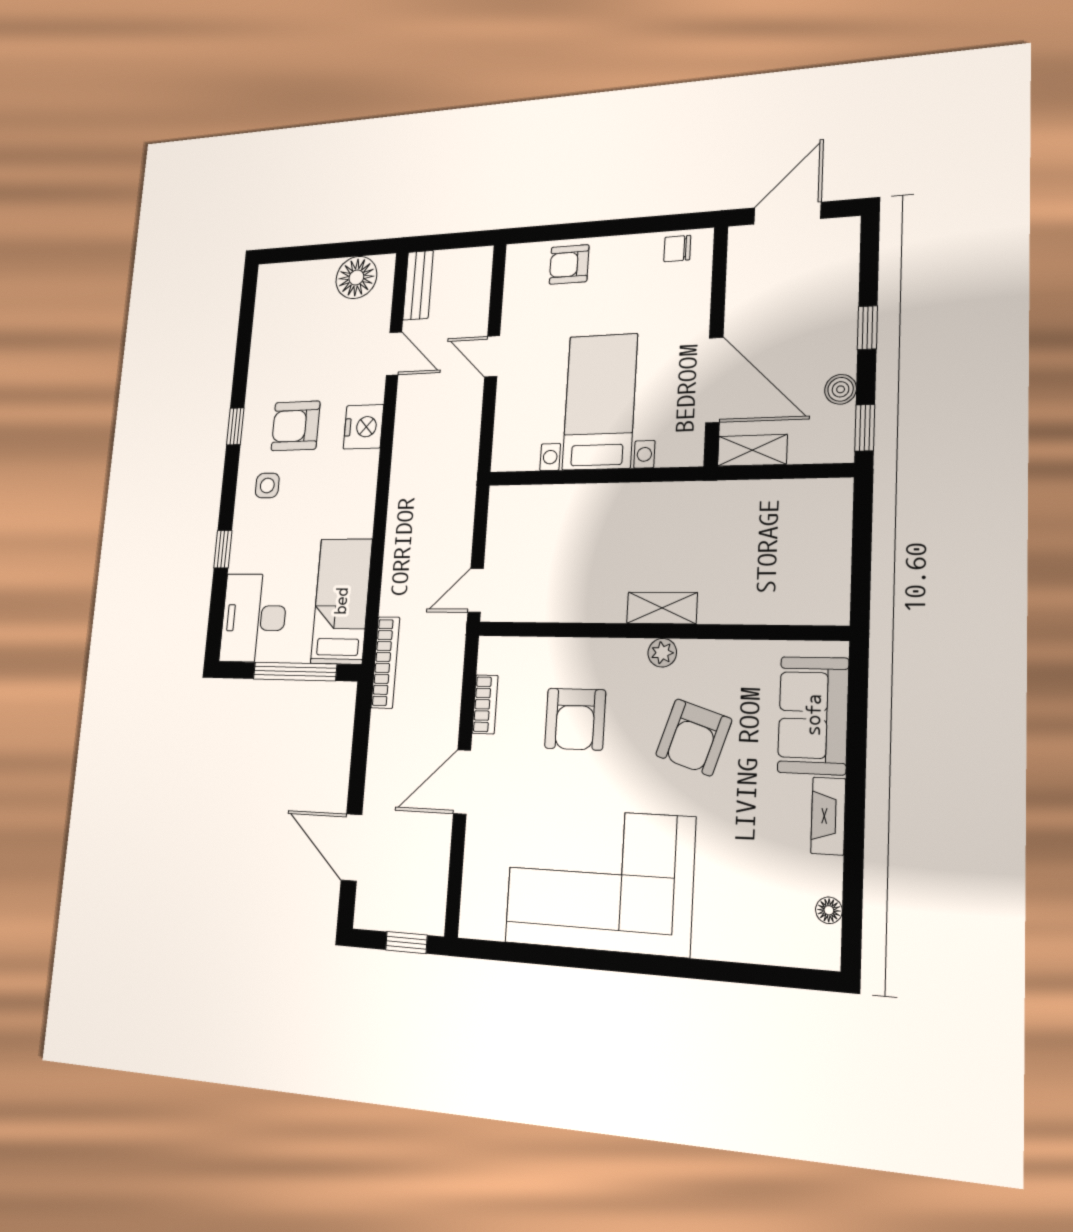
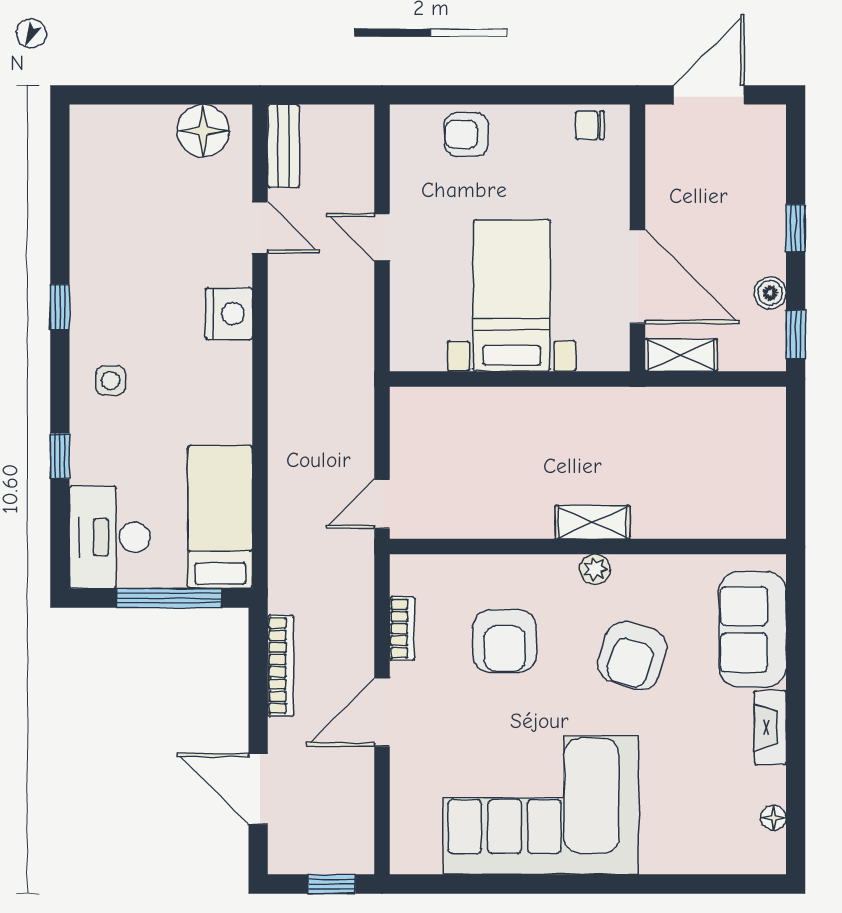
armchair: (296, 426) -> (141, 309), removed
bookcase: (385, 662) -> (281, 666), moved

